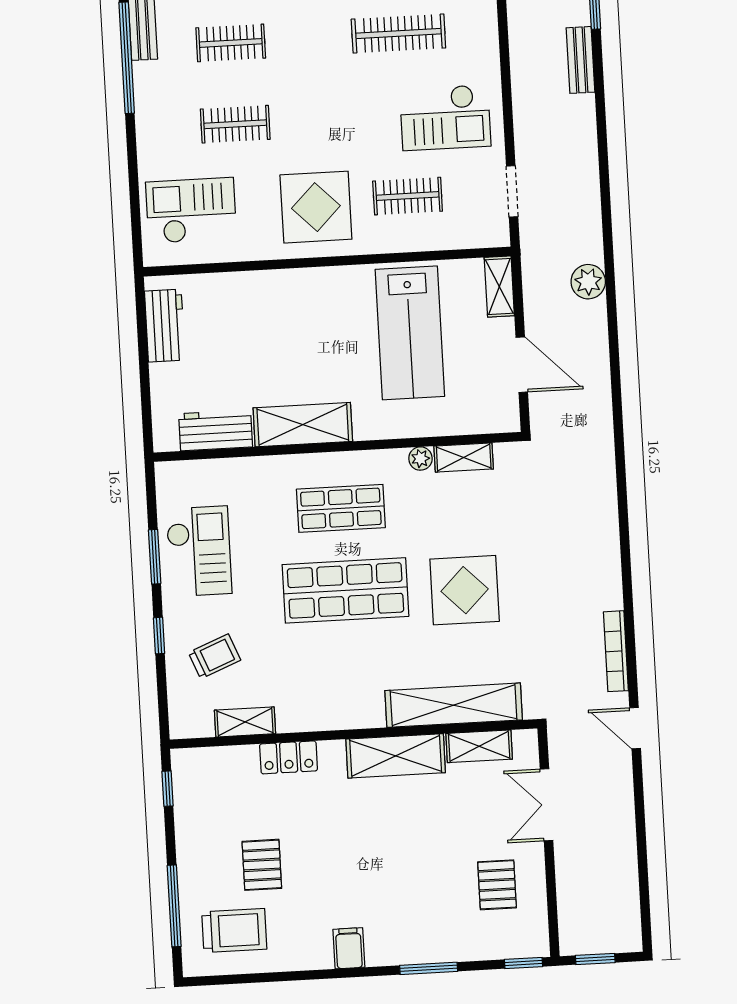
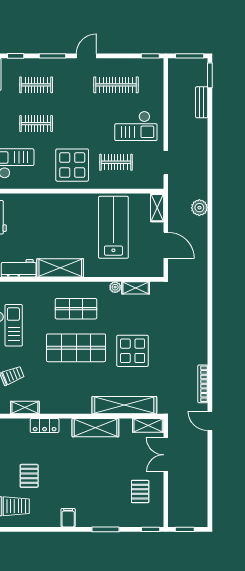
lab bench: (410, 333) -> (113, 227), turned 180
shelving: (479, 746) -> (148, 425), moved

